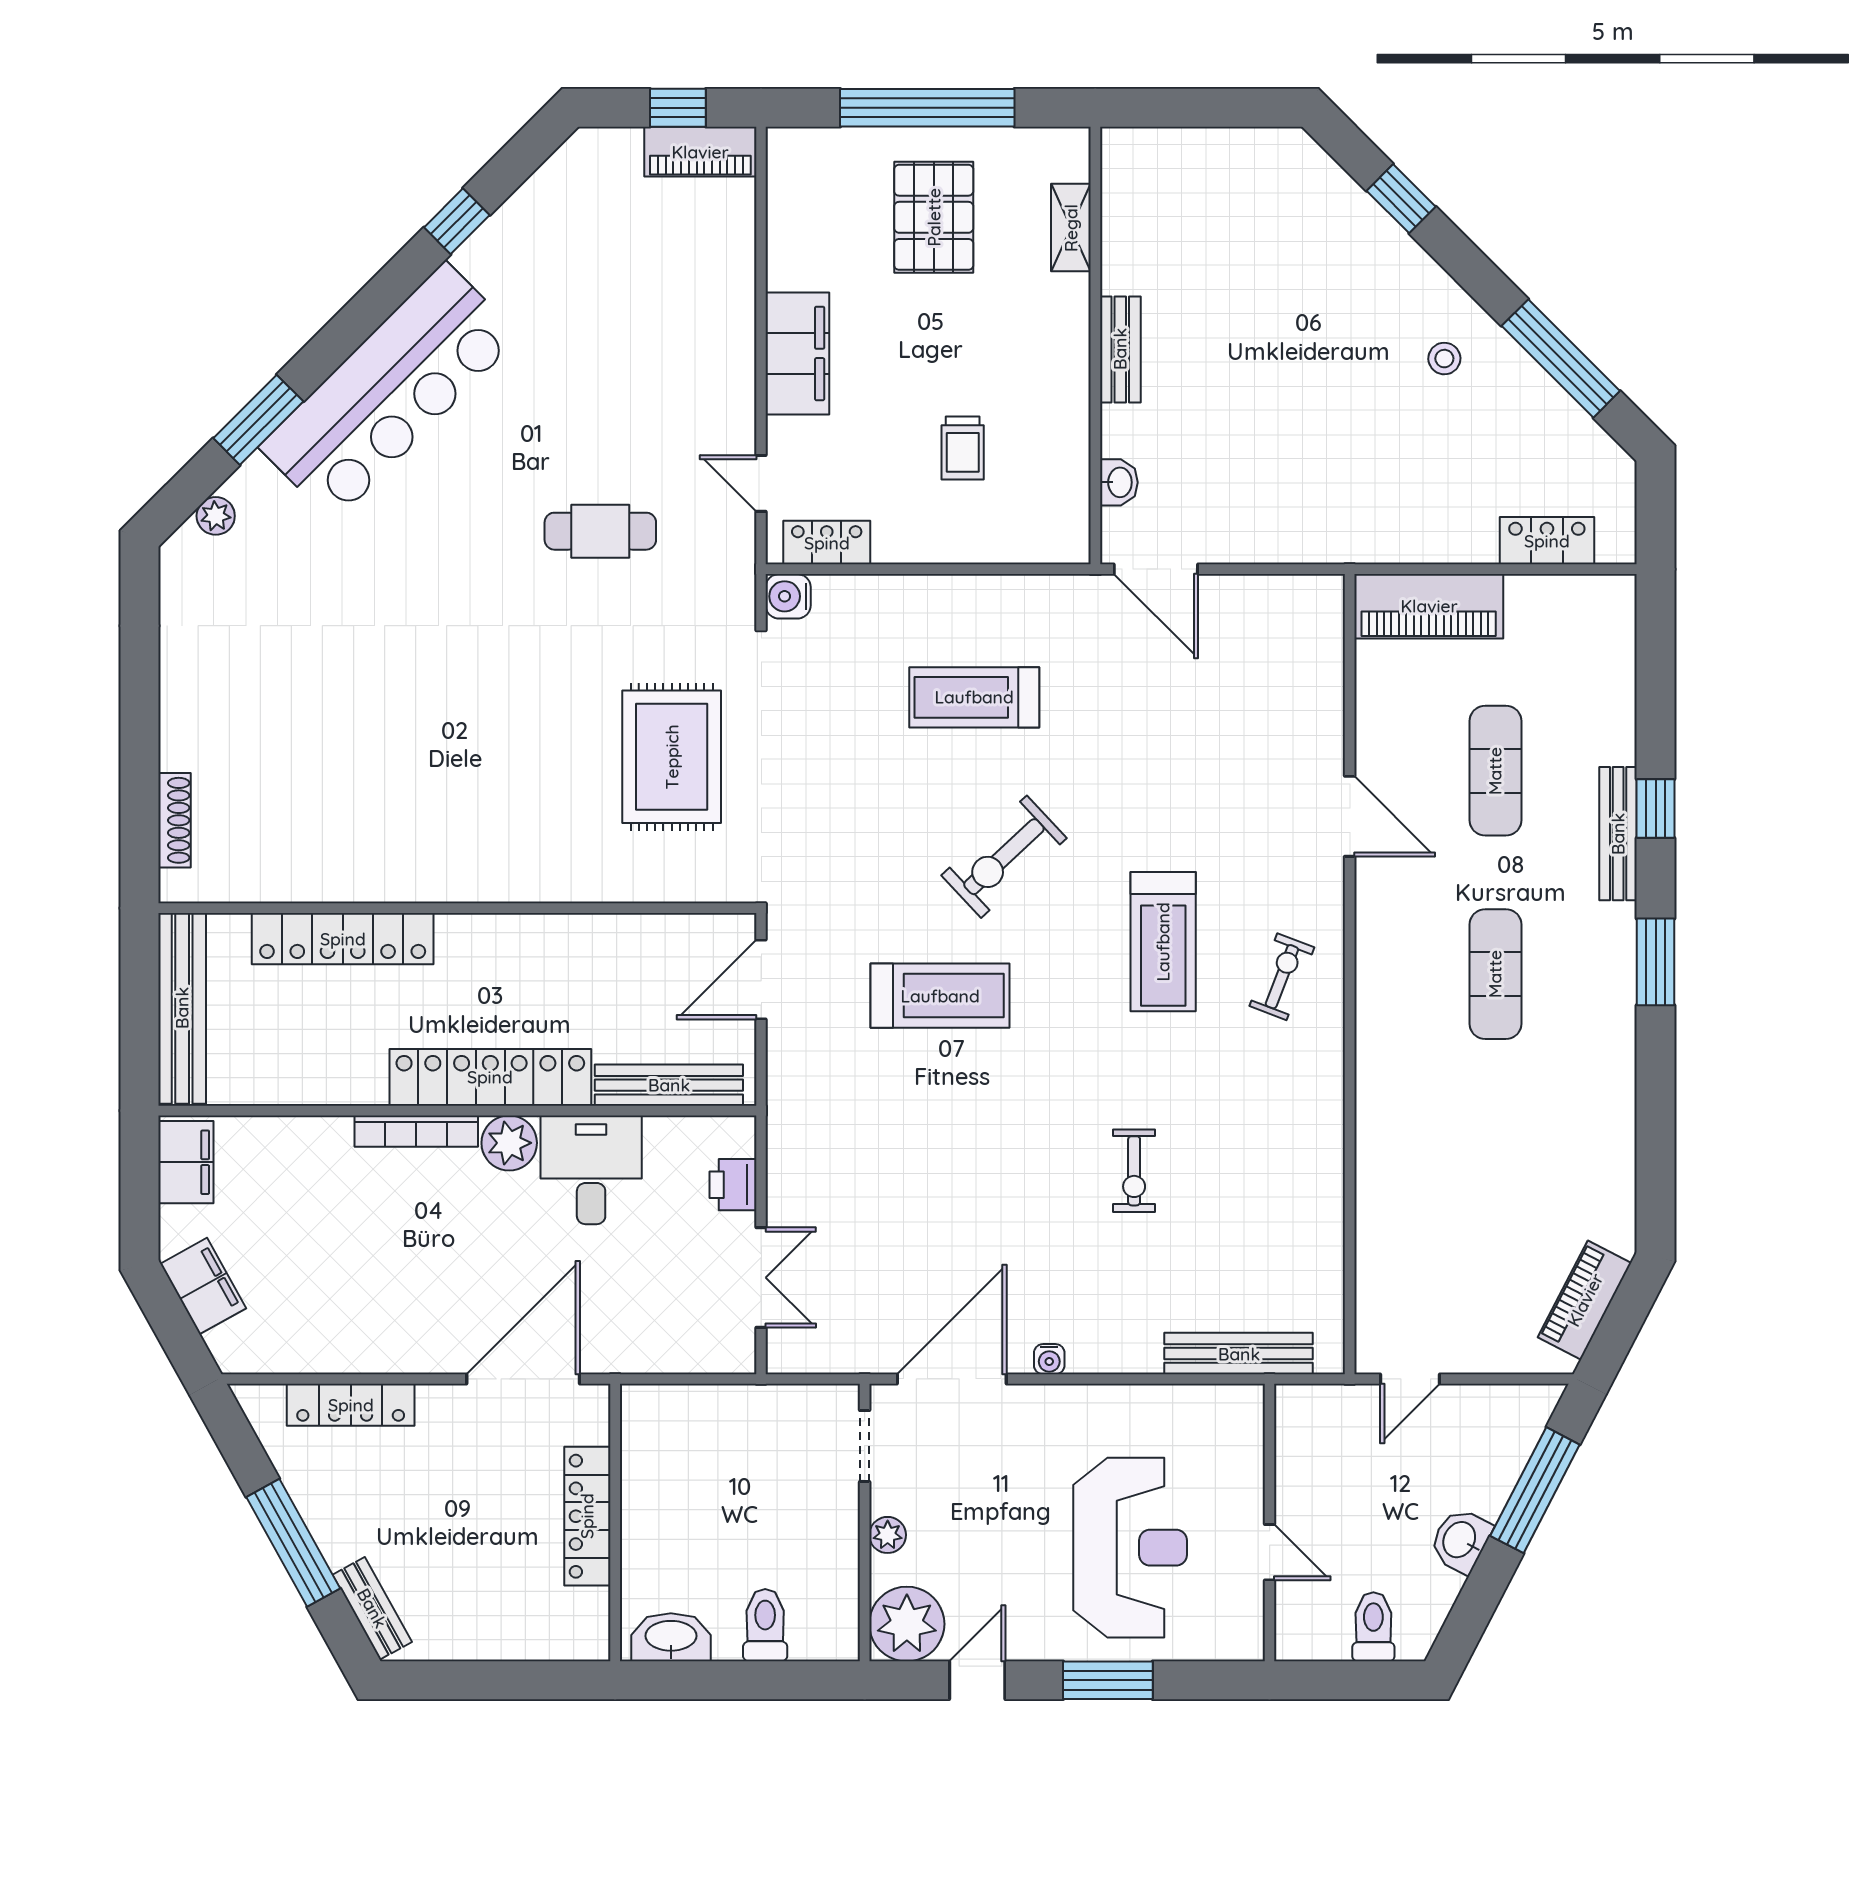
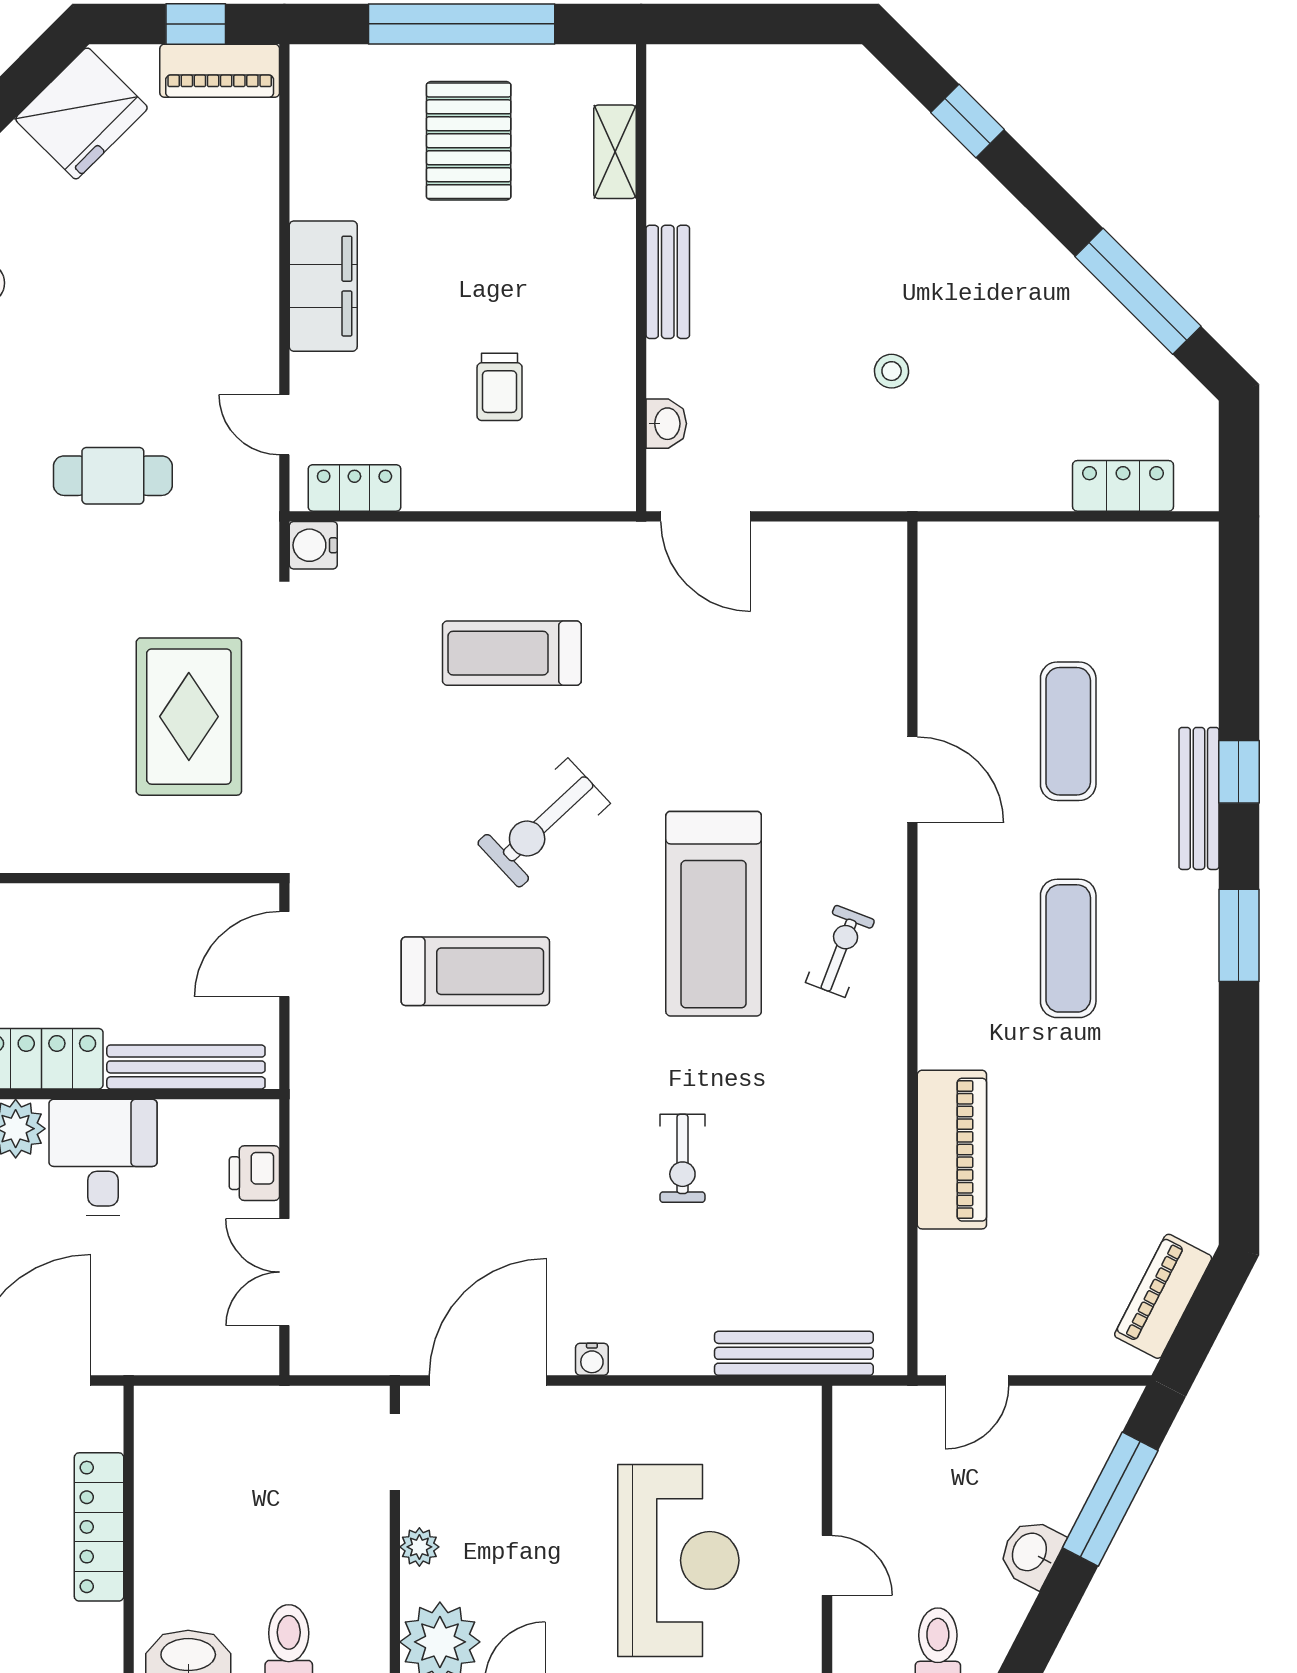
fridge: (571, 192) -> (81, 113), added
stool: (1444, 359) -> (892, 371), moved
piano: (1429, 606) -> (952, 1150), moved, turned -90
treadmill: (1163, 942) -> (714, 914), width x1.37, depth x1.38
double door: (761, 1278) -> (284, 1272), swing flipped

